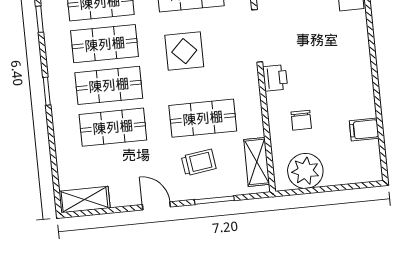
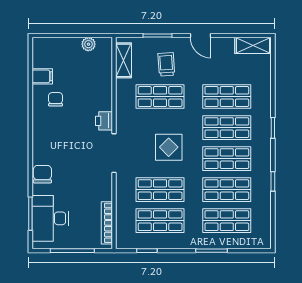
chair: (301, 120) -> (56, 99), moved
trolley: (199, 162) -> (166, 64), turned 94
plant: (305, 171) -> (88, 44), width x0.53, depth x0.53

